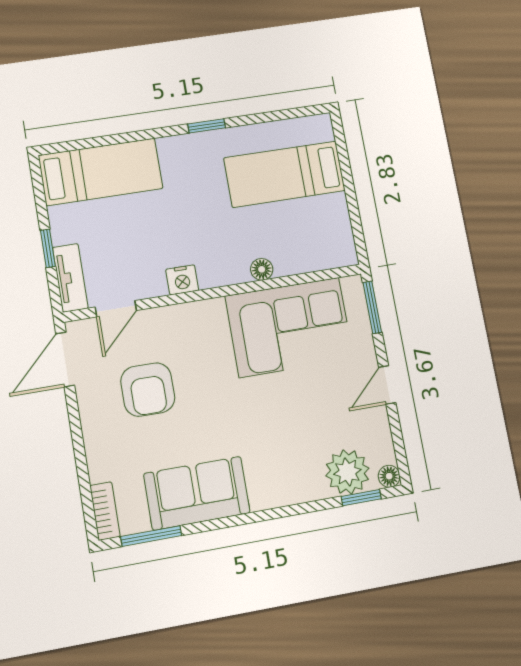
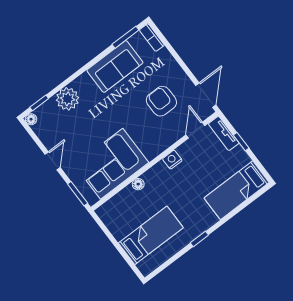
plant: (347, 472) -> (68, 99), moved

